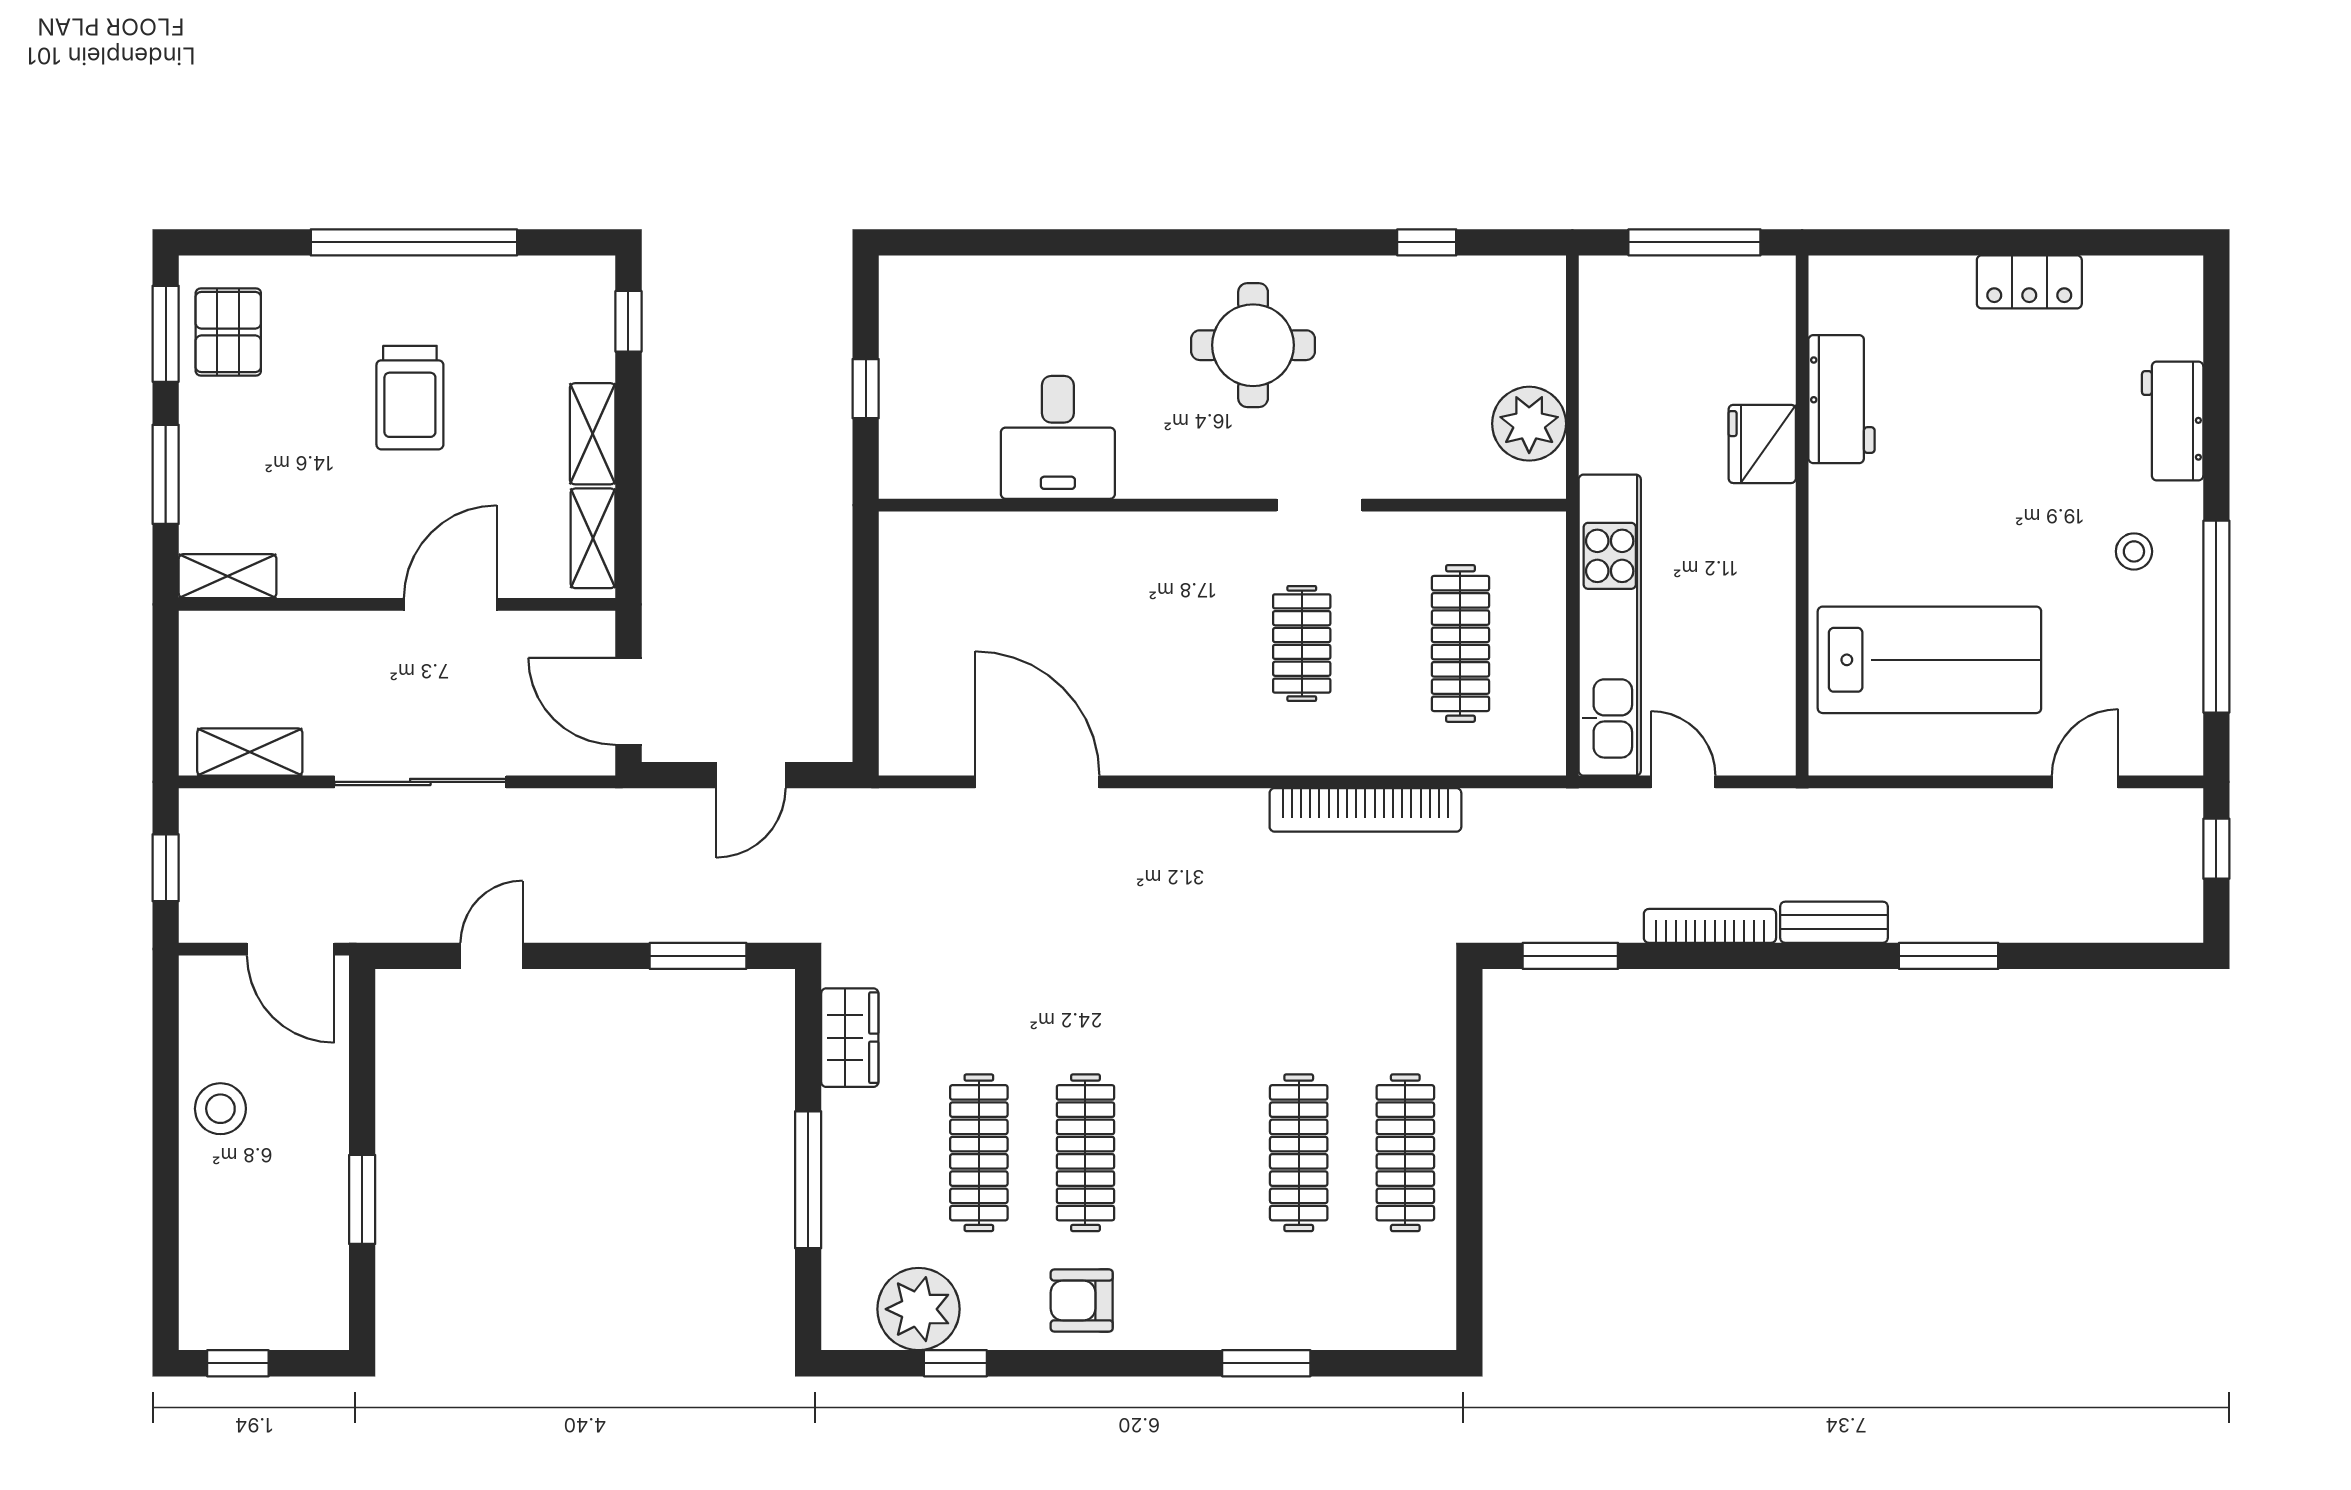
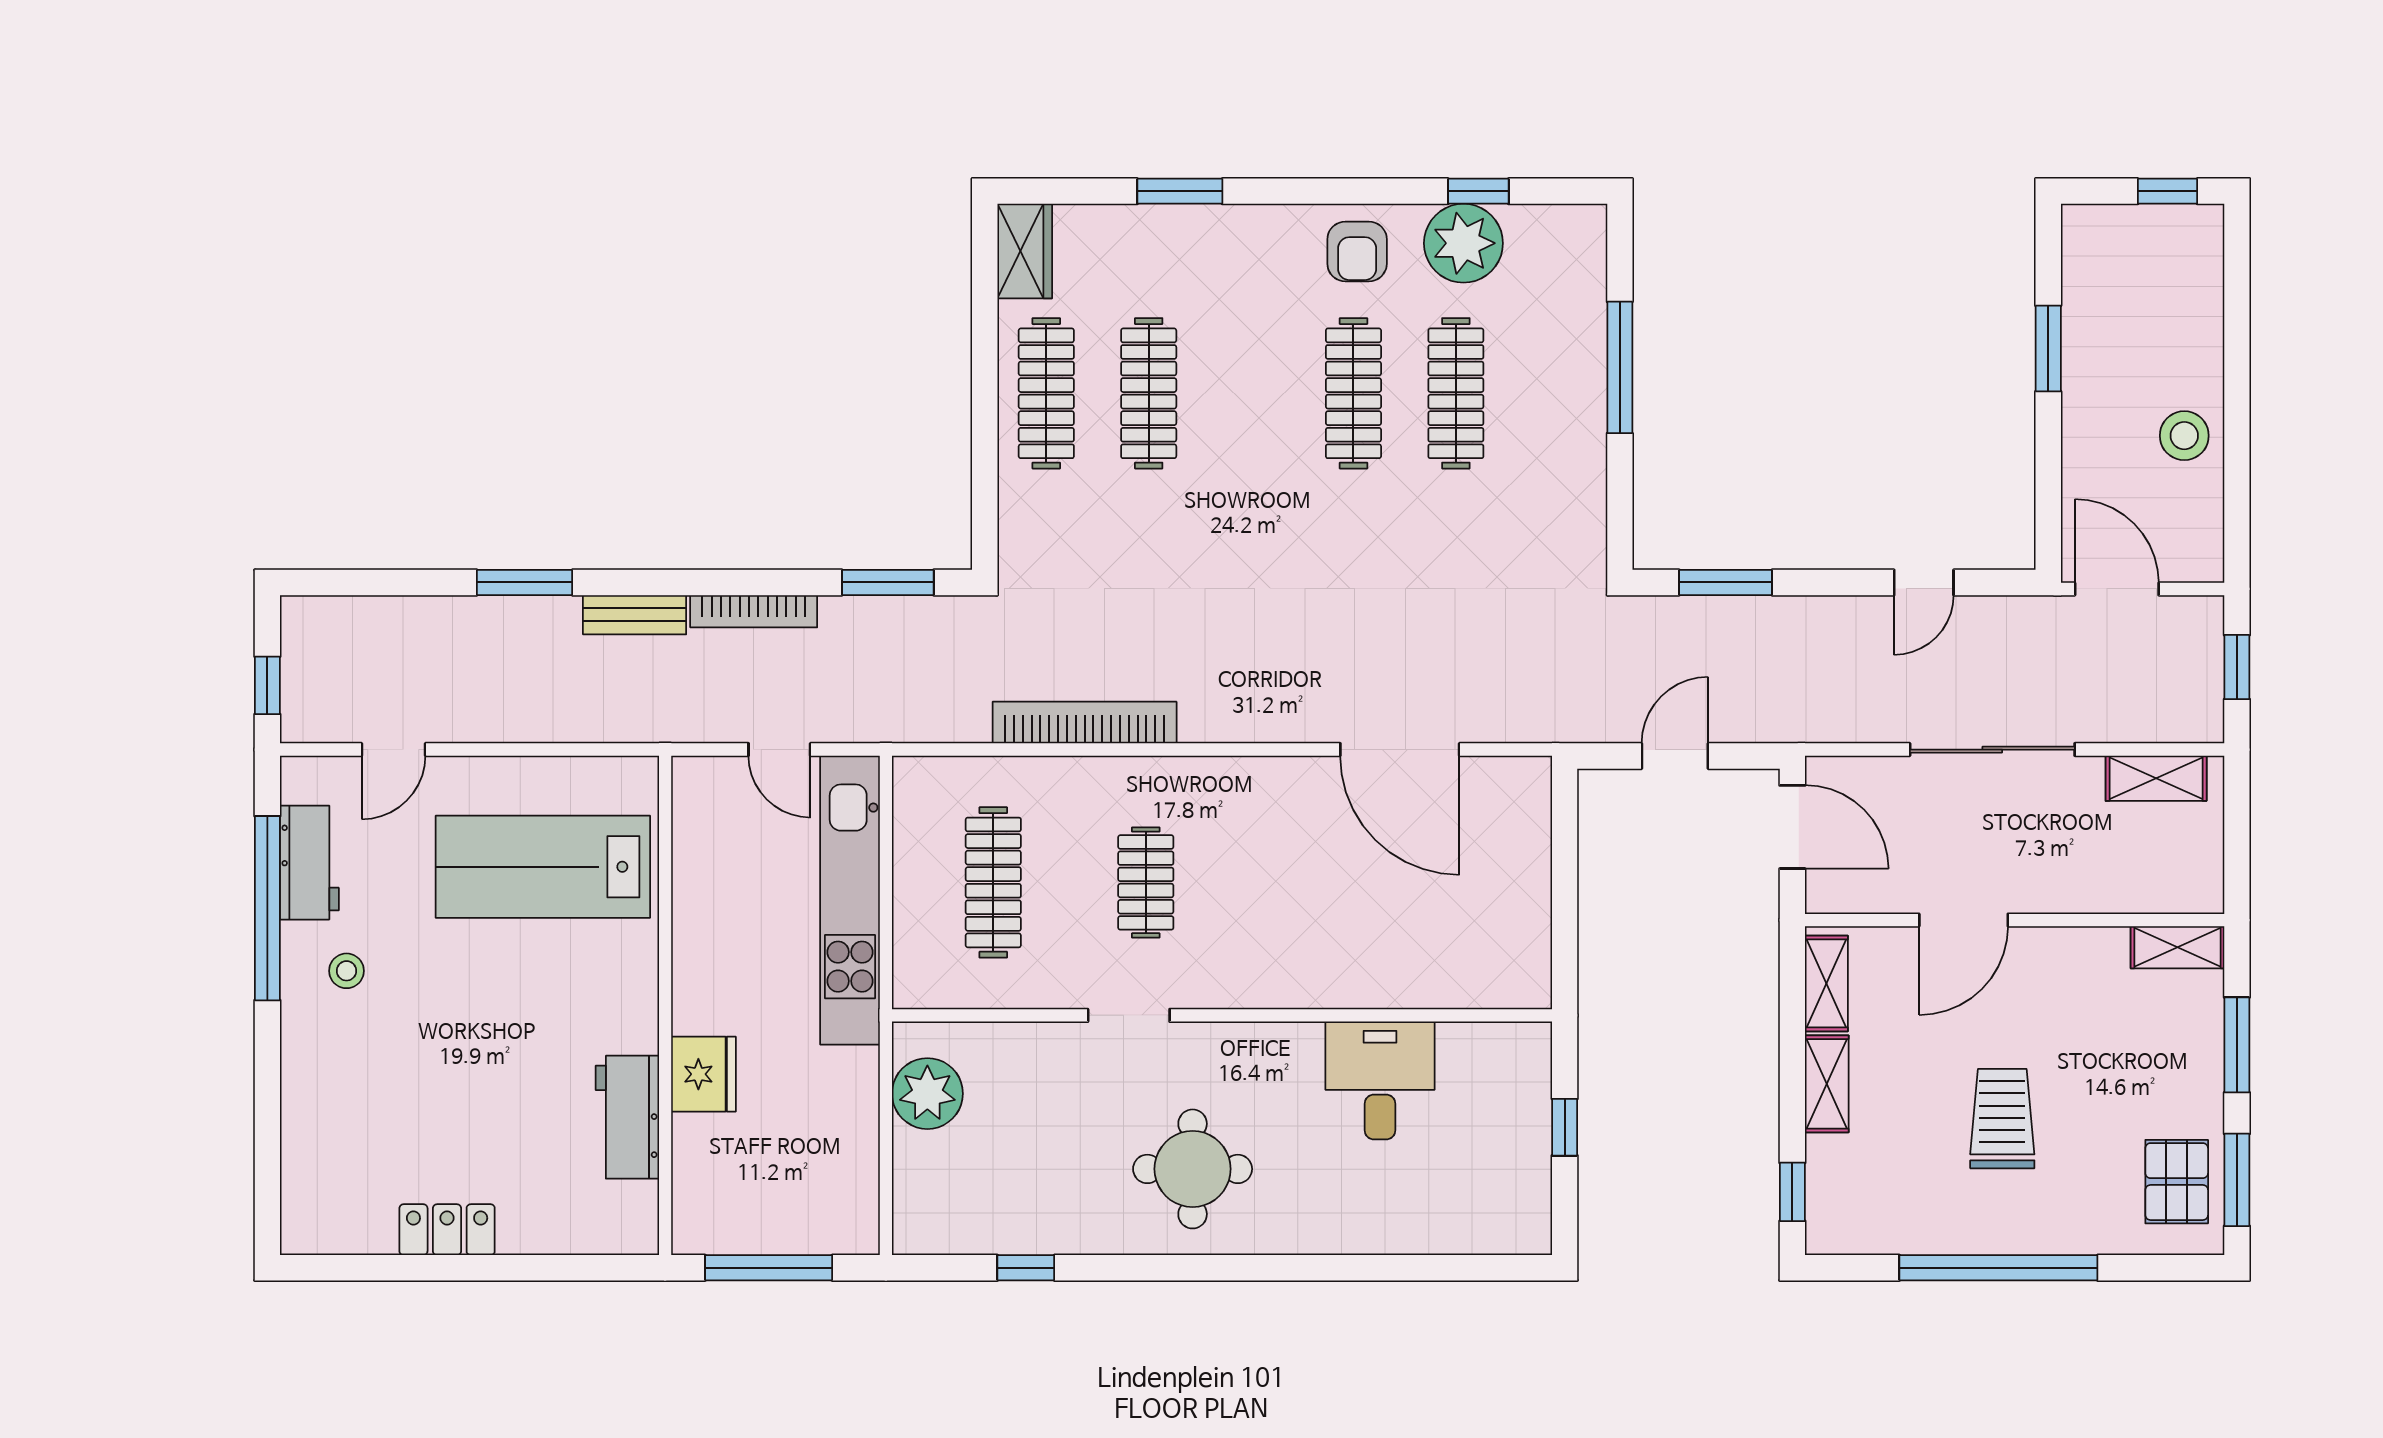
workbench: (2173, 421) -> (309, 863), moved
wardrobe: (850, 1038) -> (1025, 251), moved, turned 180
armchair: (1082, 1300) -> (1357, 251), turned 90
plant: (919, 1309) -> (1463, 243), moved

